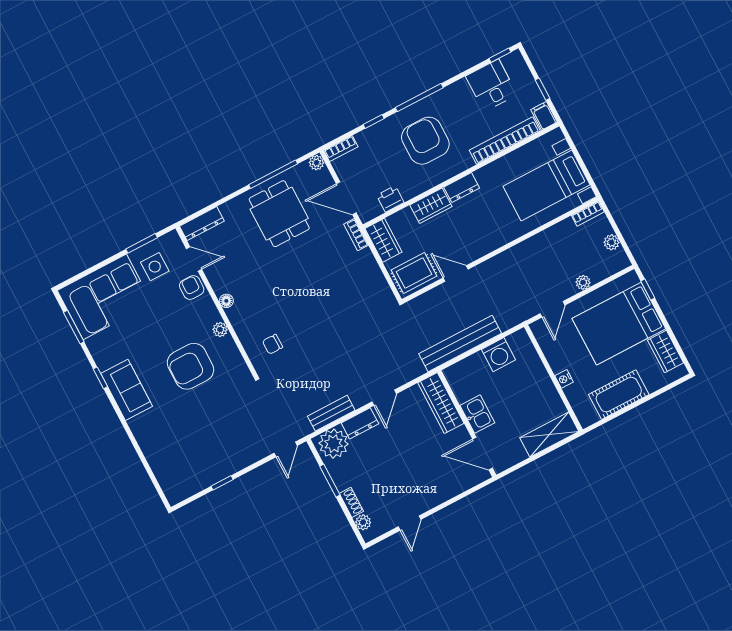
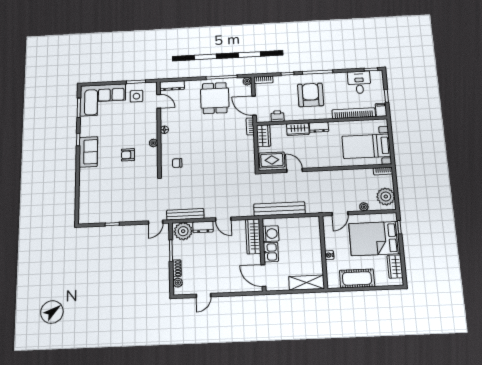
plant: (611, 242) -> (386, 197), width x1.88, depth x1.88
armchair: (192, 288) -> (150, 115), removed
washing machine: (498, 355) -> (271, 234), moved, turned -90
armchair: (190, 366) -> (128, 155), width x0.53, depth x0.53
door: (384, 398) -> (223, 219), hinge flipped
bench: (331, 413) -> (185, 214), width x1.36

